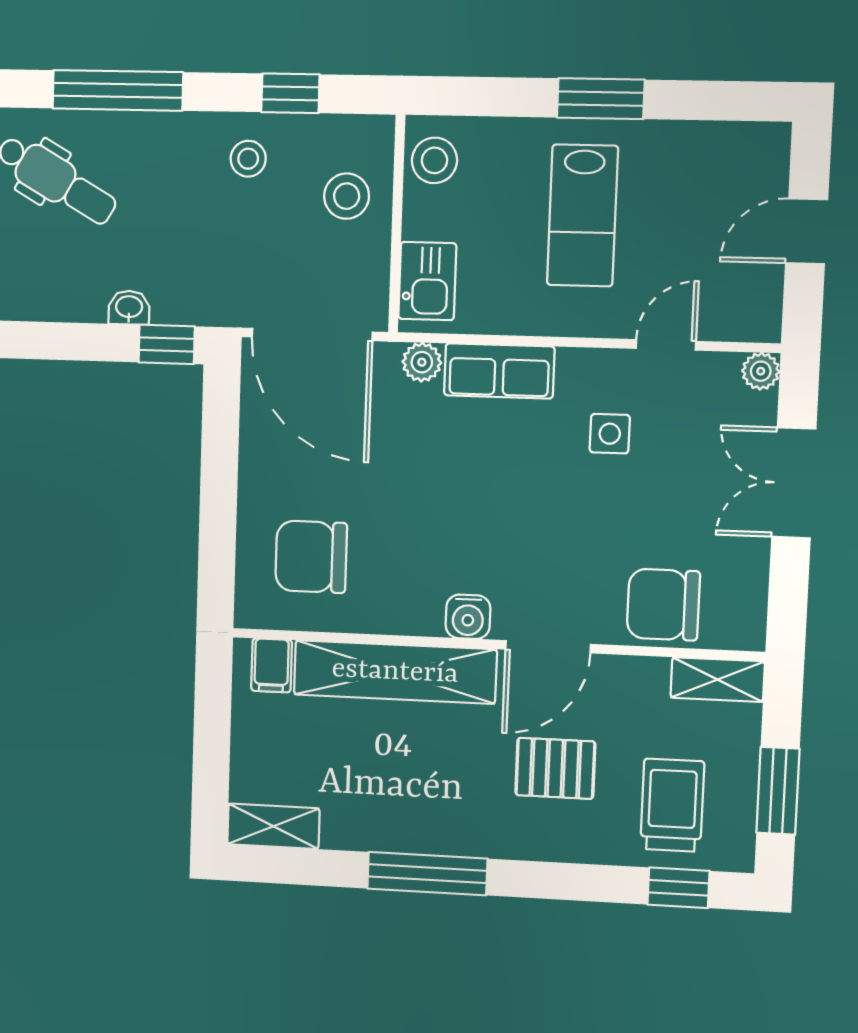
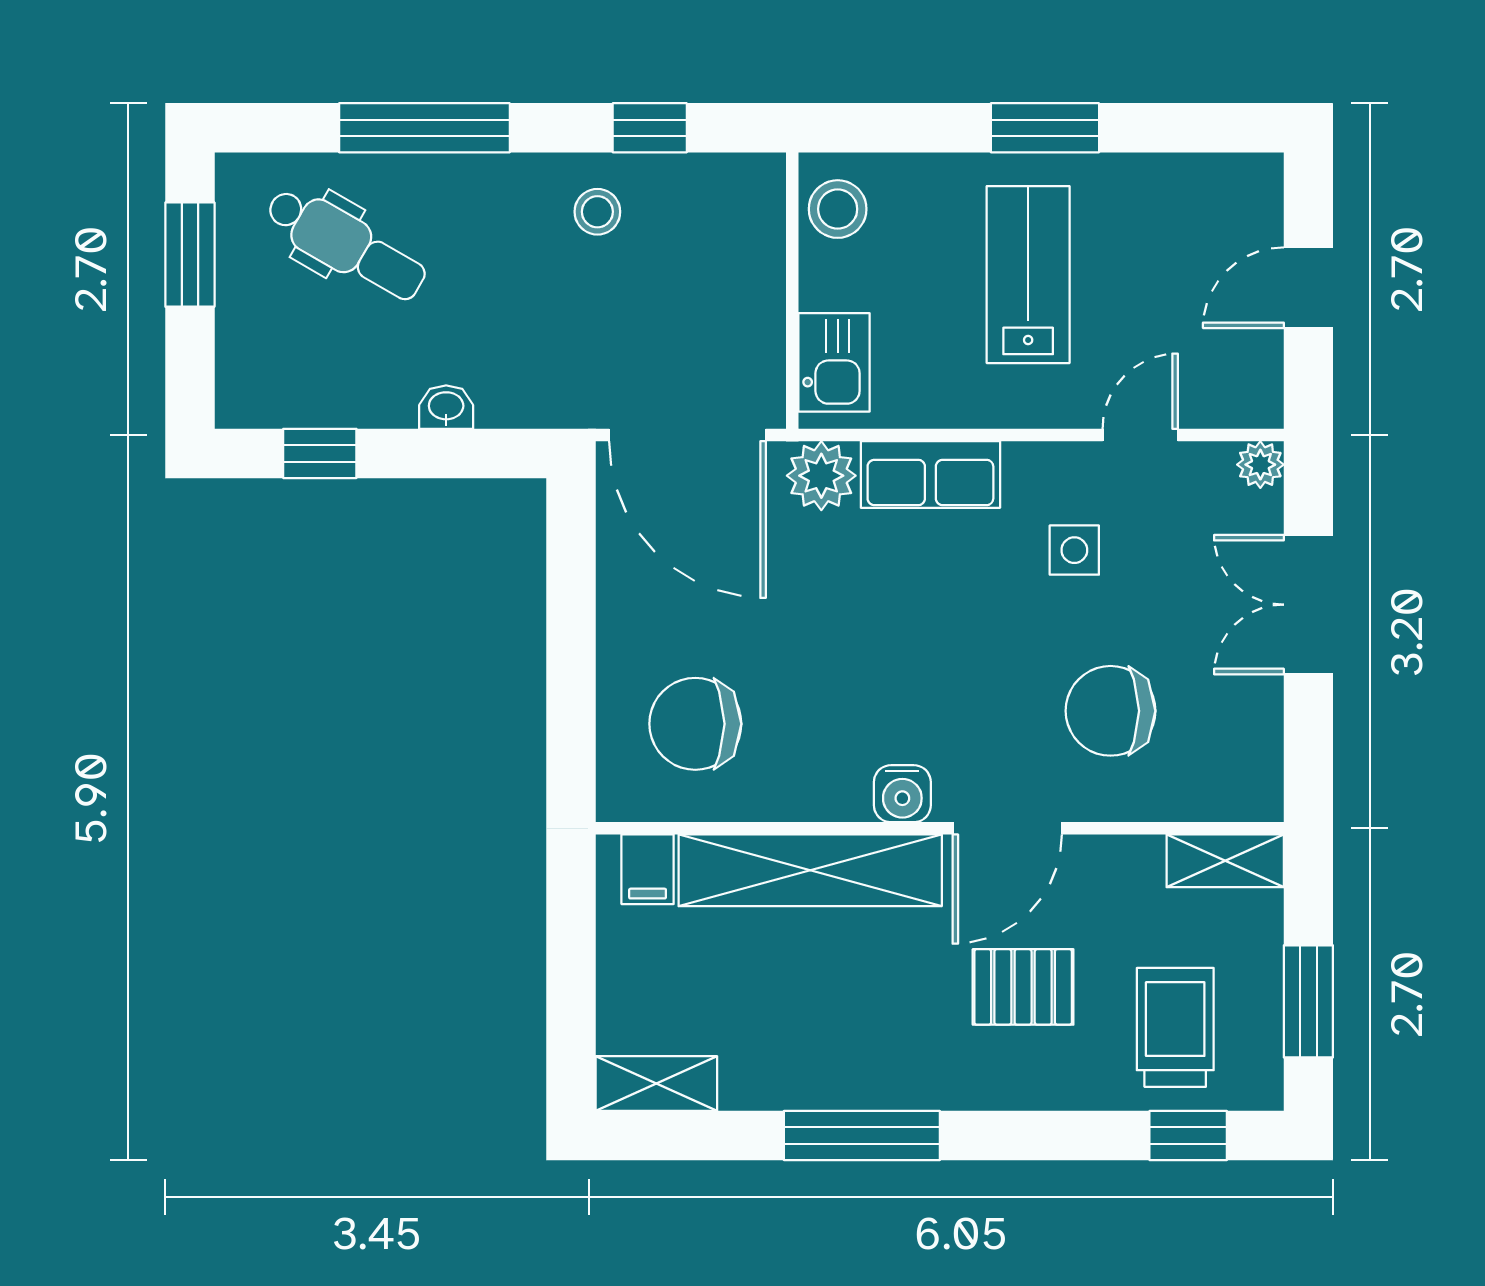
stool: (347, 196) -> (726, 257), removed
lab bench: (582, 216) -> (1028, 275), turned 180
window: (167, 344) -> (320, 453), moved
plant: (422, 362) -> (821, 476), width x1.38, depth x1.38
chair: (663, 605) -> (1110, 711), moved

